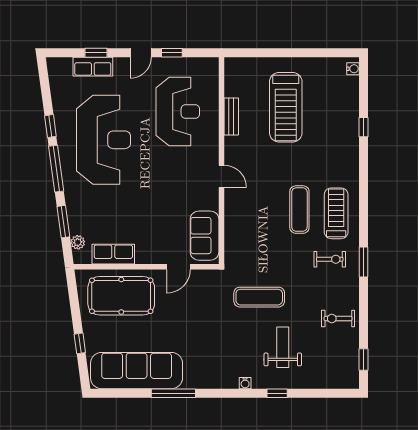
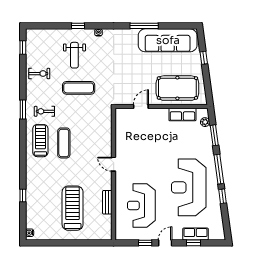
treadmill: (336, 213) -> (40, 141), turned 180
sofa: (205, 236) -> (124, 126), removed
exercise mat: (259, 297) -> (79, 88), moved

